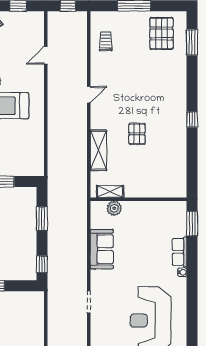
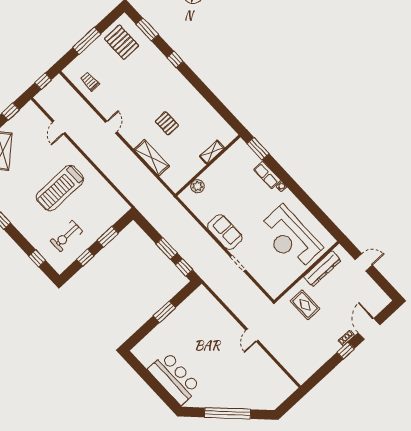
window: (192, 119) -> (175, 59), moved
shelving: (110, 192) -> (212, 152), moved
window: (42, 219) -> (167, 248), moved
sofa: (102, 249) -> (225, 232), moved

